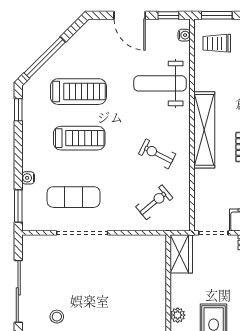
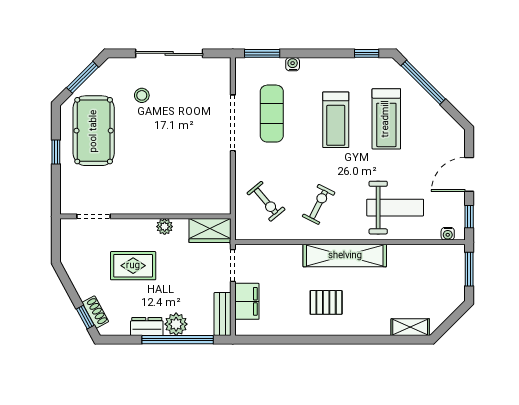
trolley: (217, 43) -> (439, 269), removed
weight bench: (160, 83) -> (395, 208), turned 90
plant: (178, 315) -> (165, 227), moved

